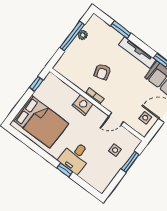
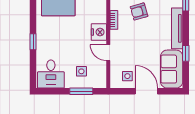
nightstand: (83, 105) -> (99, 32), moved
desk: (75, 157) -> (51, 74), moved, turned -90

